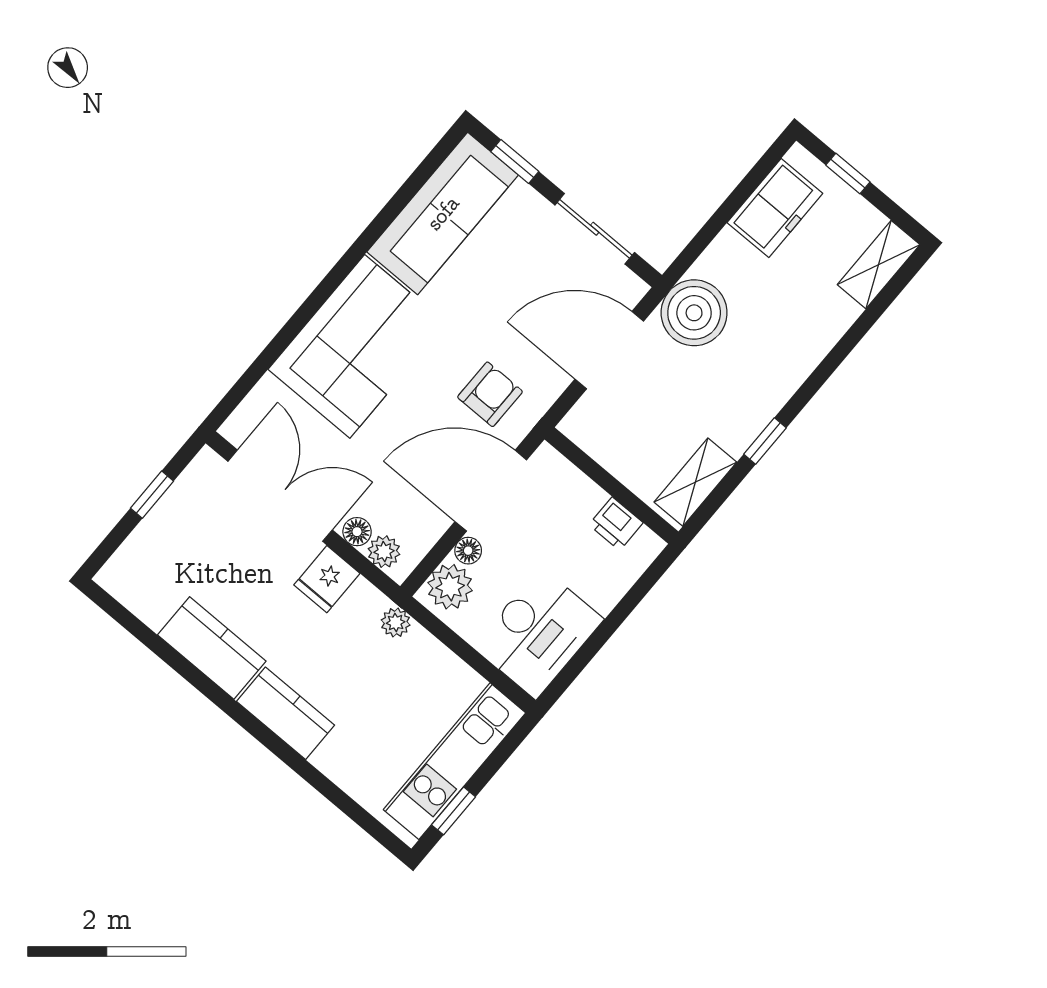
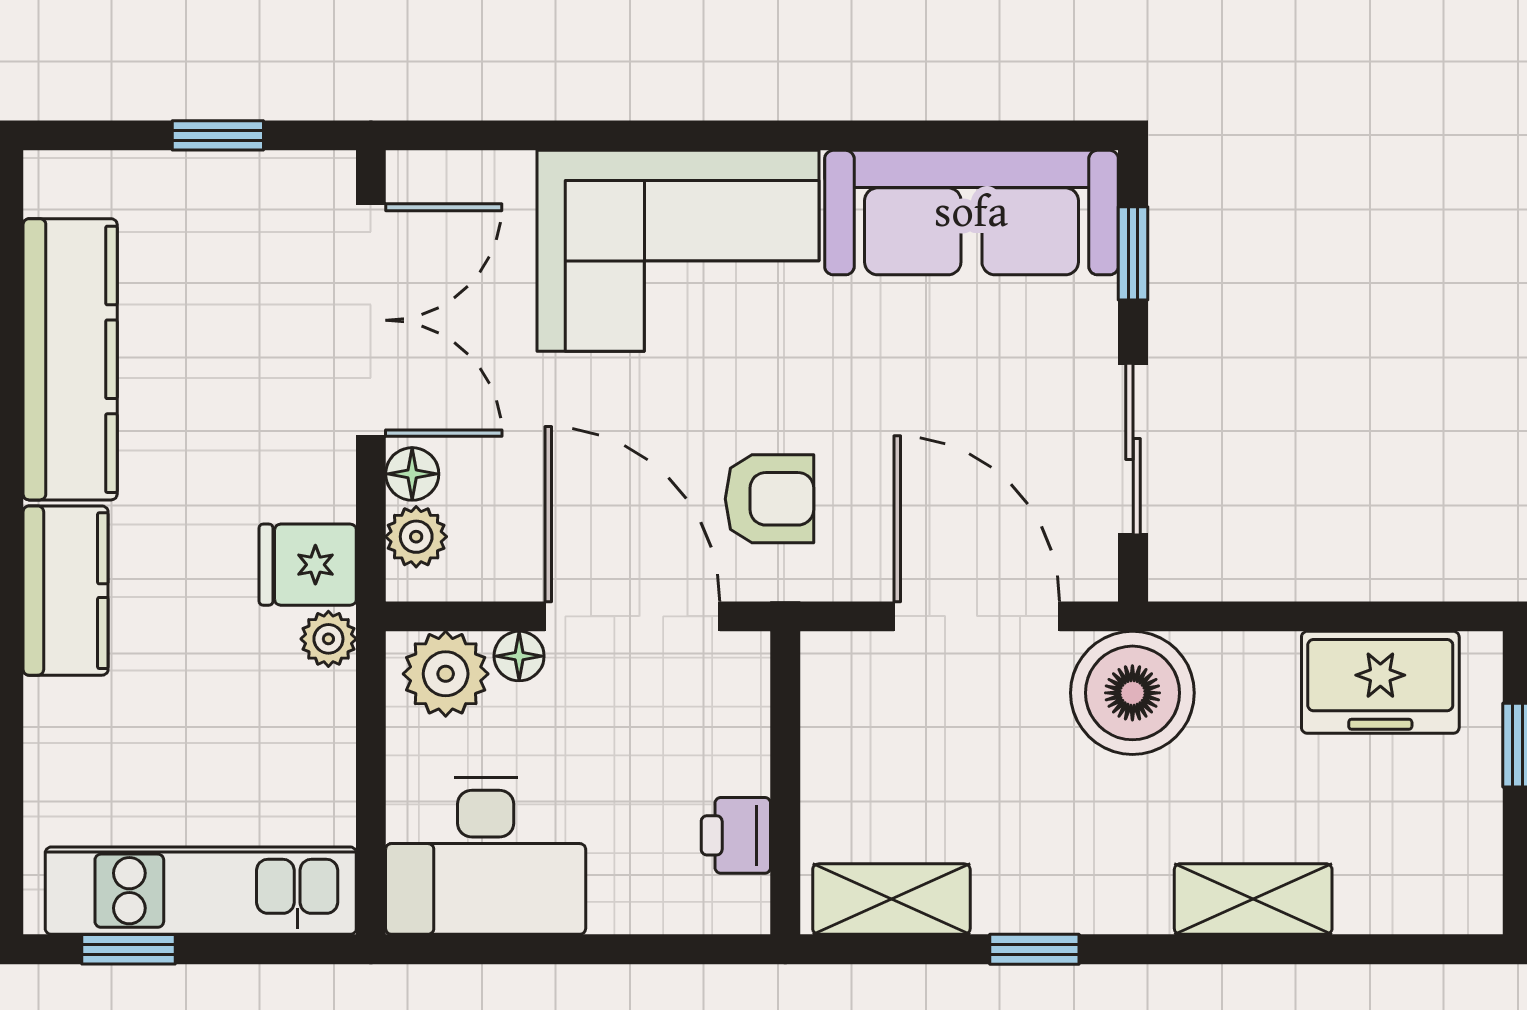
shelving: (879, 265) -> (1253, 899), moved
fridge: (327, 579) -> (308, 565), moved
kitchen counter: (212, 648) -> (70, 359), width x1.50

